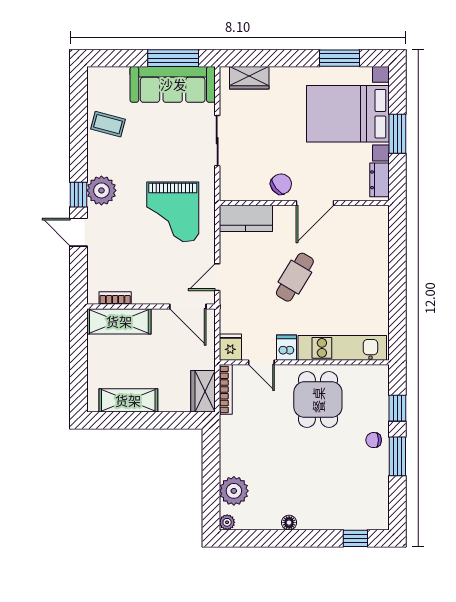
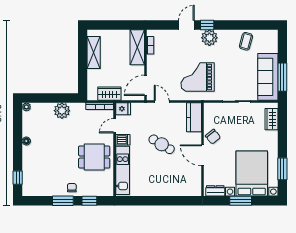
wardrobe: (203, 391) -> (109, 94), moved
plant: (234, 491) -> (62, 111), moved

